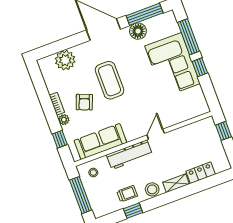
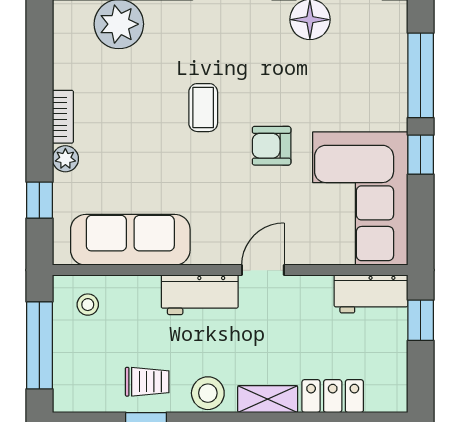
corner sofa: (173, 65) -> (360, 199), moved
coffee table: (110, 80) -> (203, 108), width x0.54, depth x0.58
armchair: (84, 102) -> (272, 146), moved, turned 69
workbench: (201, 128) -> (371, 294), added
workbench: (129, 155) -> (200, 295), width x0.73

